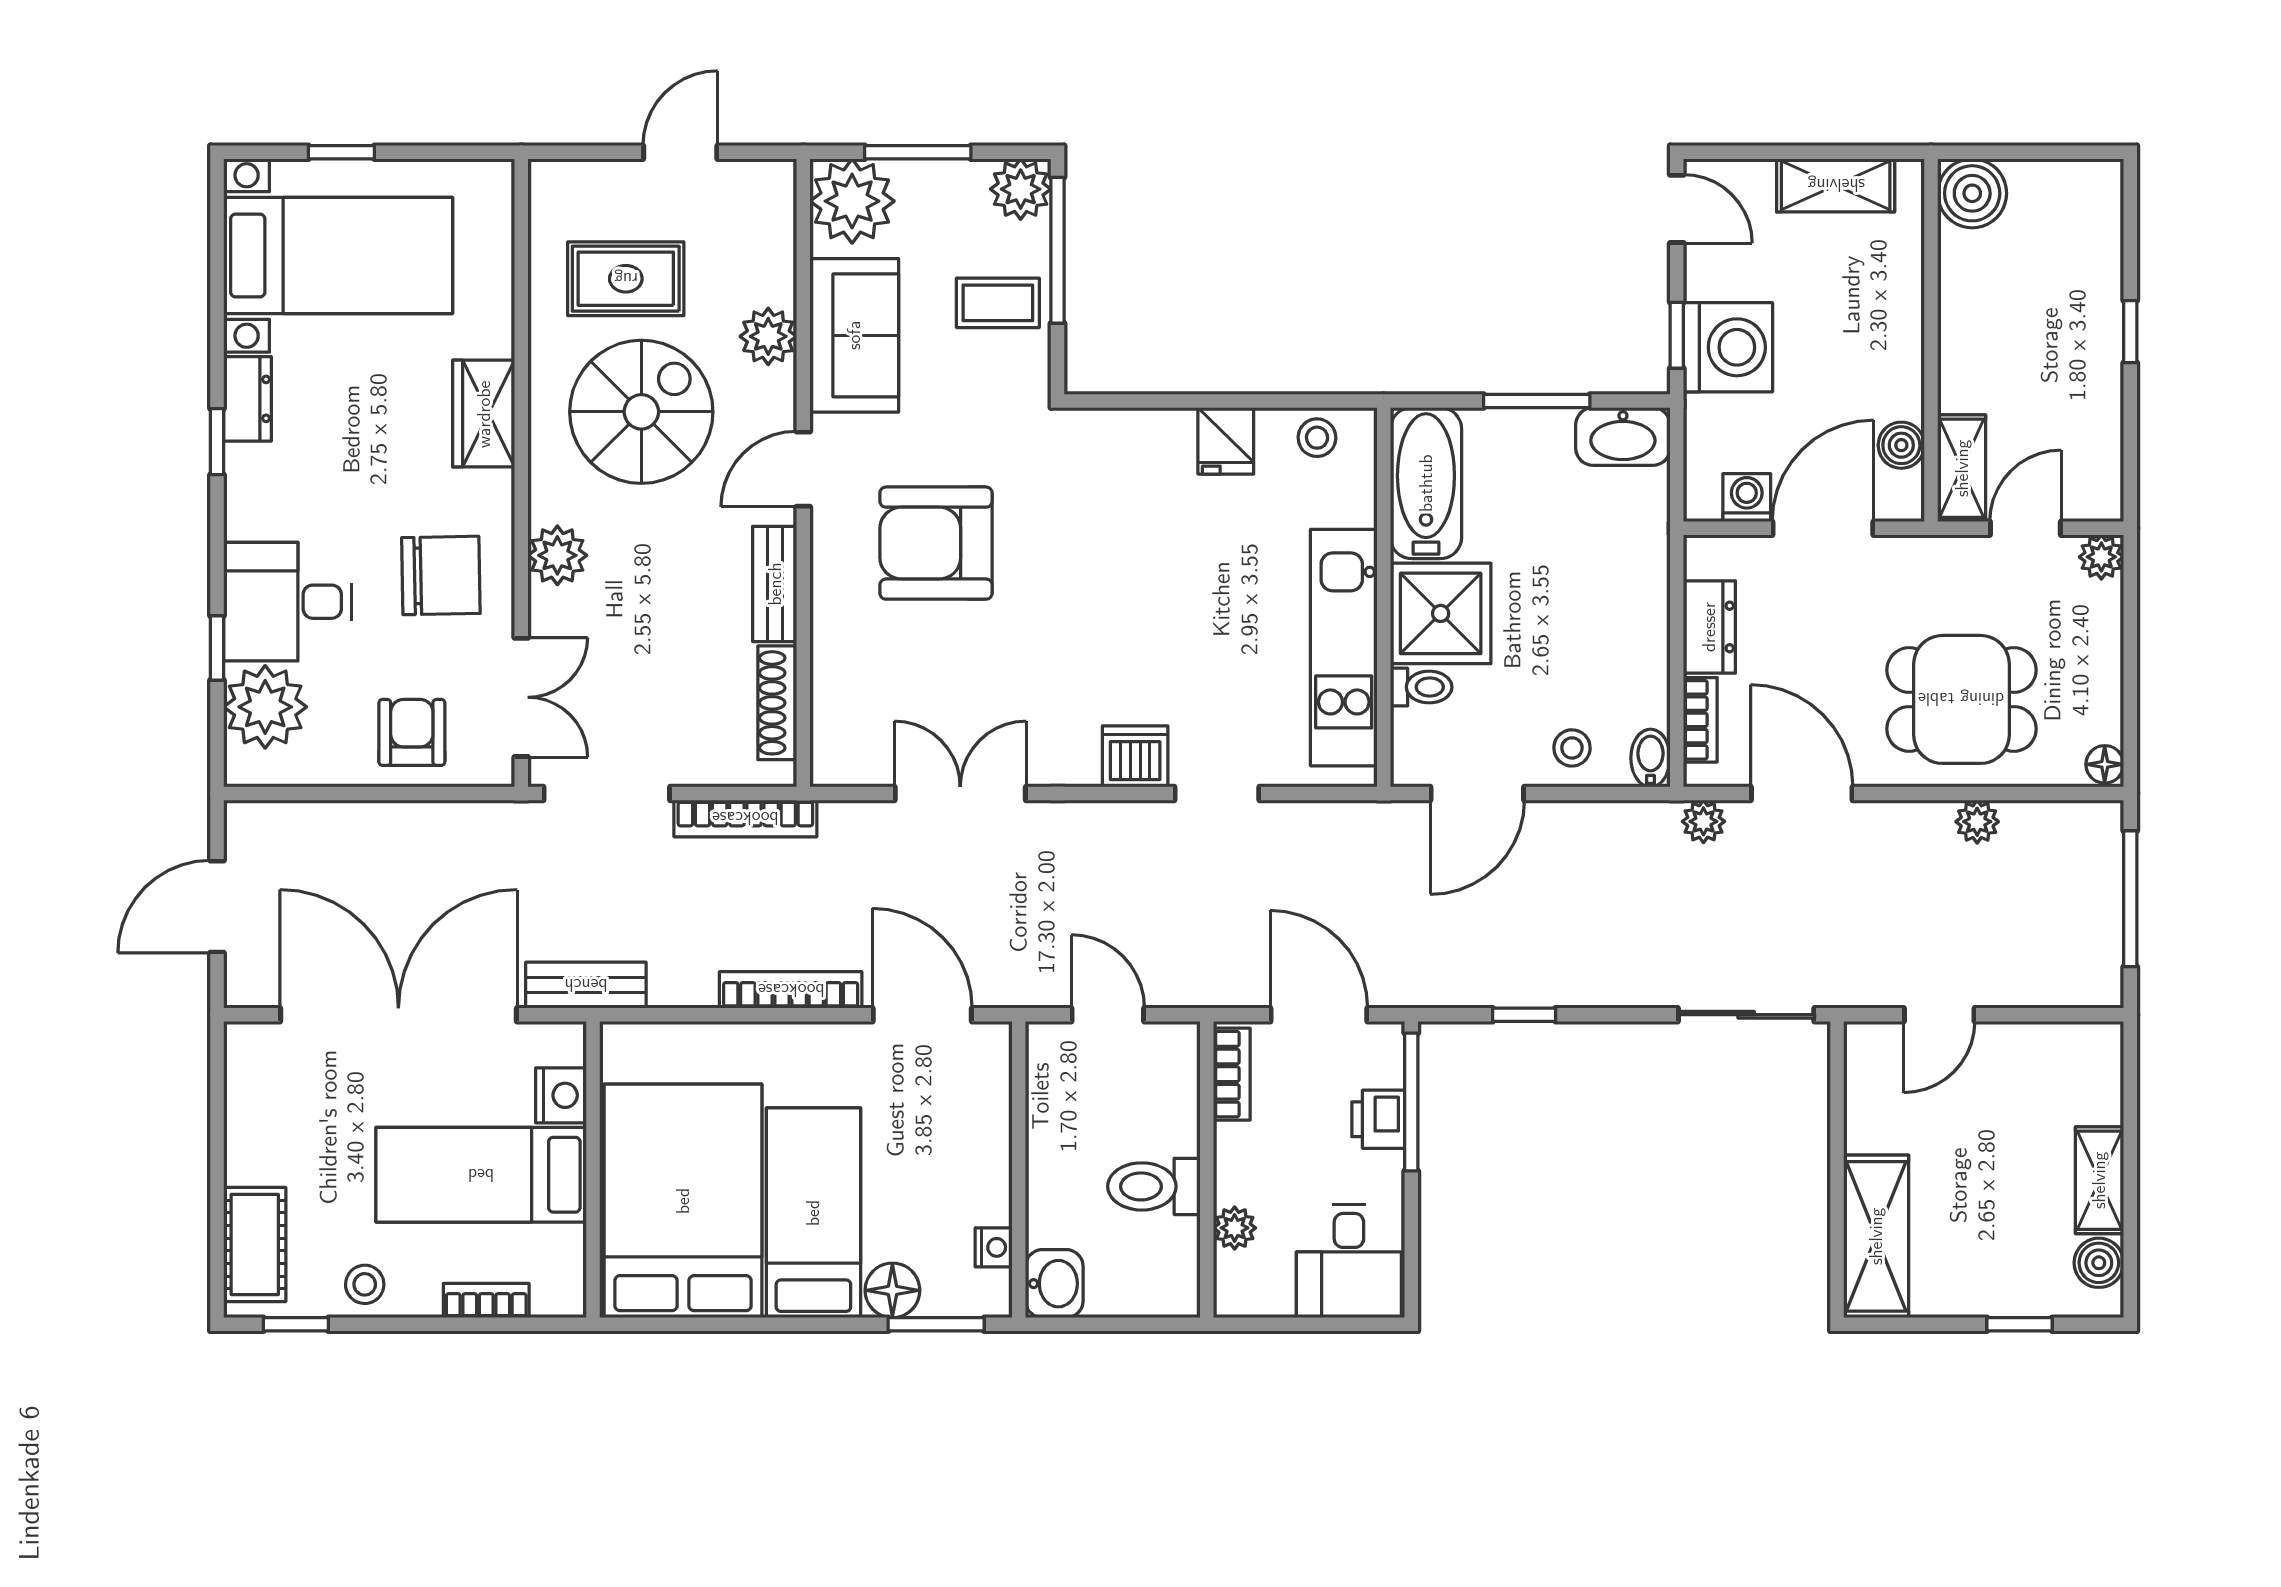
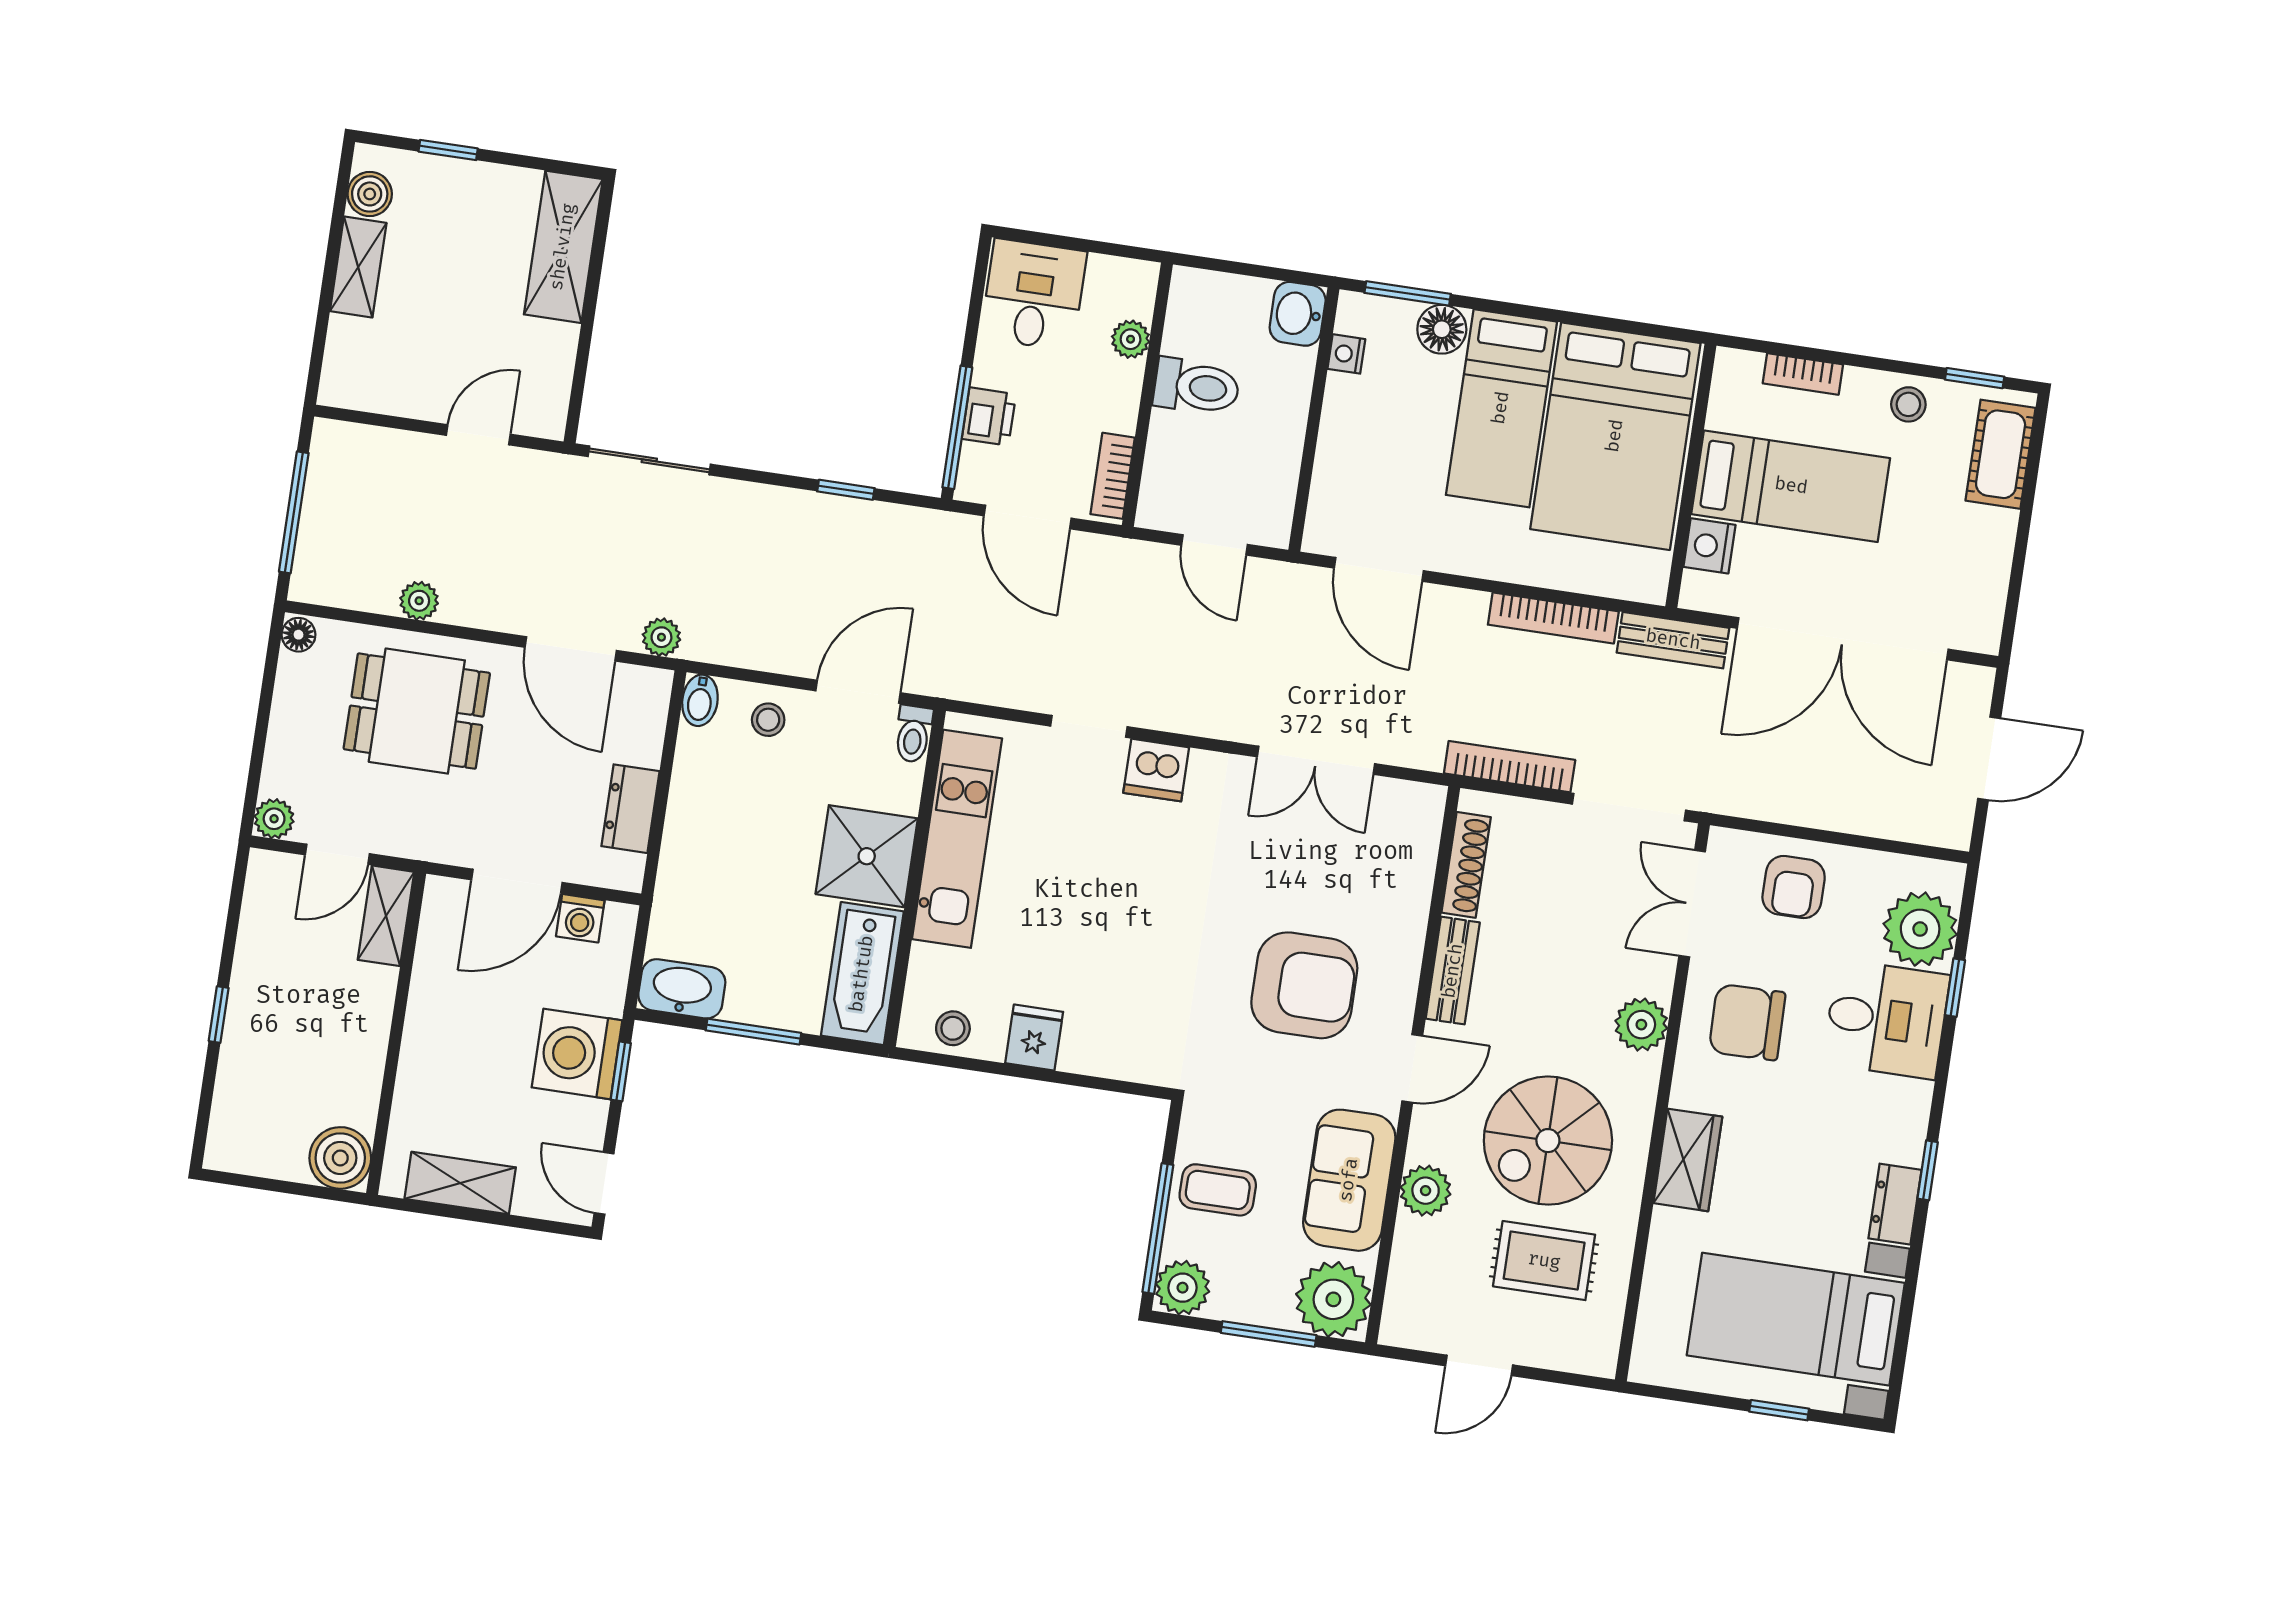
boiler: (1901, 445) -> (436, 944), removed
toilet: (1421, 687) -> (913, 734), moved, turned -90
bookcase: (1700, 720) -> (651, 728), removed
bookcase: (791, 990) -> (1553, 618), moved

